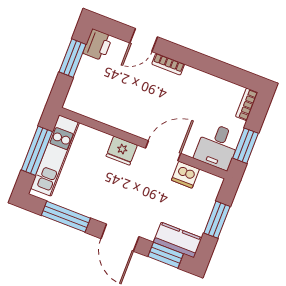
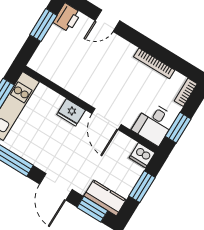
bookcase: (168, 64) -> (154, 63), moved, width x1.56
door: (163, 151) -> (107, 119), swing flipped
dishwasher: (185, 175) -> (142, 155), moved

